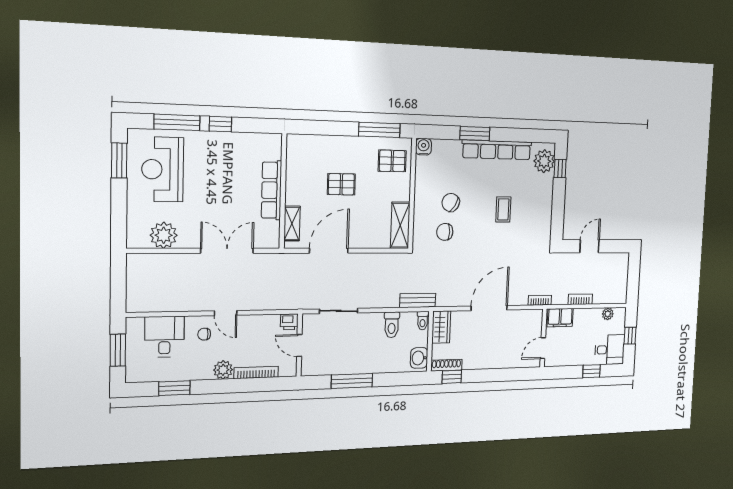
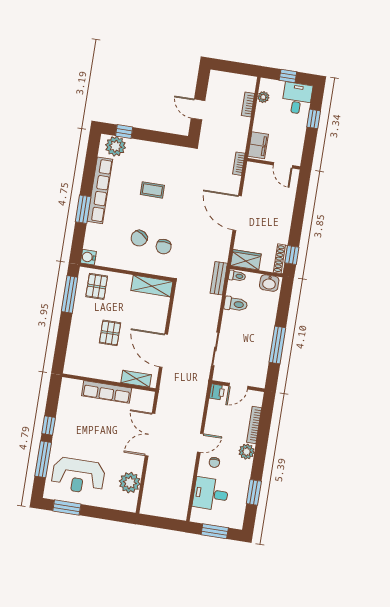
bookcase: (580, 299) -> (248, 105), moved

